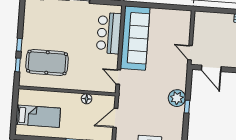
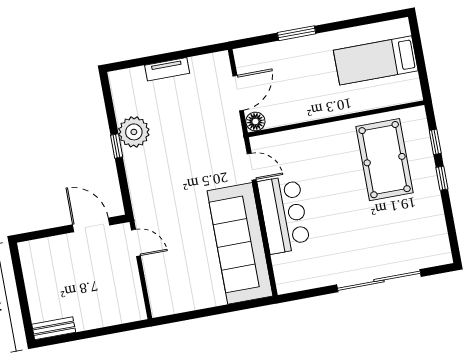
bar counter: (109, 33) -> (284, 214), moved
pool table: (47, 62) -> (385, 160), turned 90
plant: (177, 98) -> (134, 132), moved
floor lamp: (87, 99) -> (255, 121), moved

